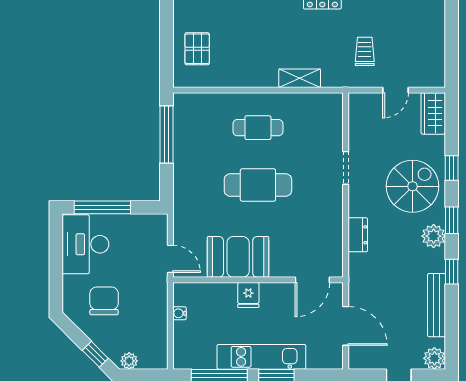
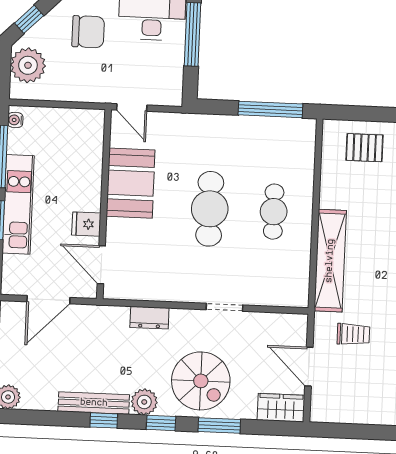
shelving: (300, 78) -> (330, 261), width x2.20, depth x1.33
door: (396, 90) -> (309, 367), width x1.38
window: (452, 168) -> (219, 425), width x1.50
door: (170, 259) -> (132, 108), hinge flipped
fridge: (248, 295) -> (86, 224), moved
bench: (437, 305) -> (94, 403), moved
water cooler: (179, 313) -> (15, 120), moved, turned -90
plant: (129, 361) -> (28, 65), width x1.87, depth x1.87

